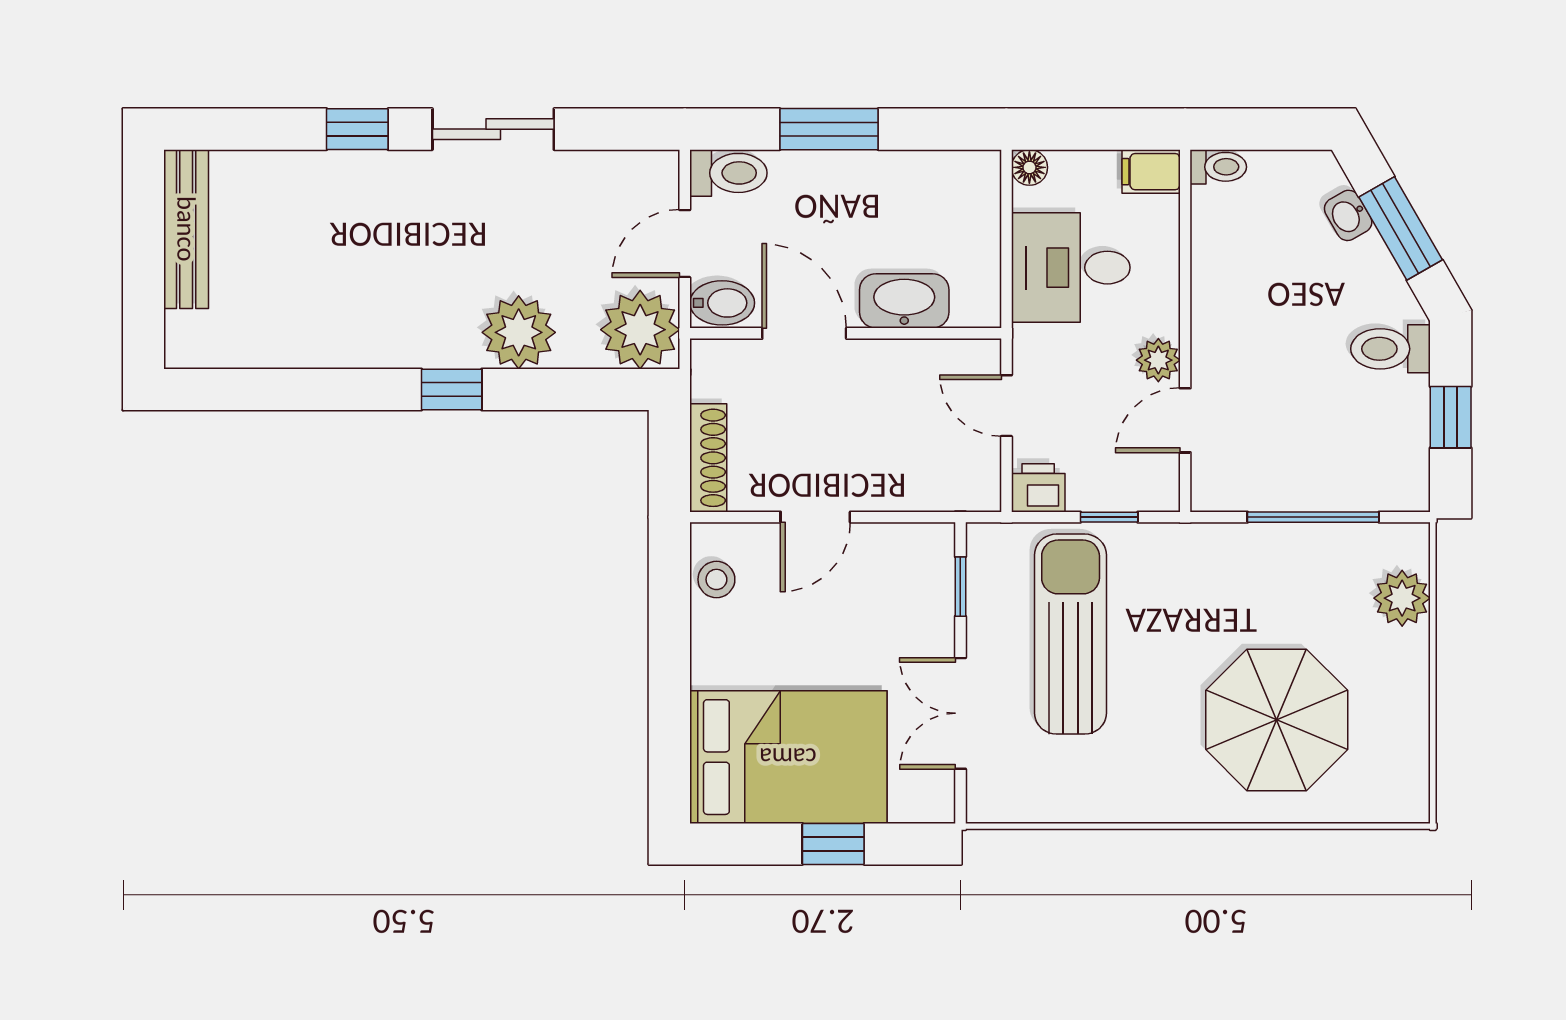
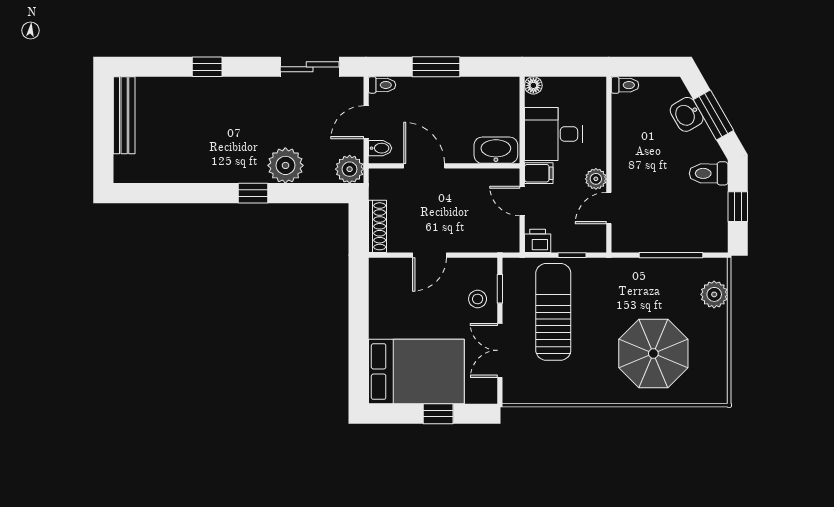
sliding door: (493, 129) -> (310, 67), moved
filing cabinet: (1151, 172) -> (539, 173), moved, turned 180
toilet: (728, 173) -> (382, 85), width x0.73, depth x0.72
washbasin: (1348, 215) -> (687, 114), width x1.38, depth x1.45
washbasin: (904, 301) -> (496, 150), moved
bidet: (722, 303) -> (380, 148), width x0.72, depth x0.74
plant: (640, 330) -> (350, 169), width x0.73, depth x0.73
stool: (716, 579) -> (478, 299), moved

